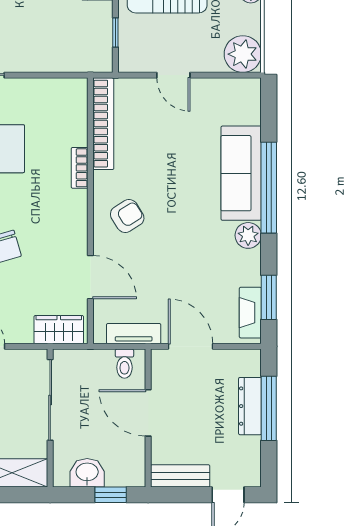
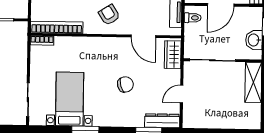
bookcase: (80, 168) -> (42, 41), moved
door: (90, 277) -> (143, 36), swing flipped

